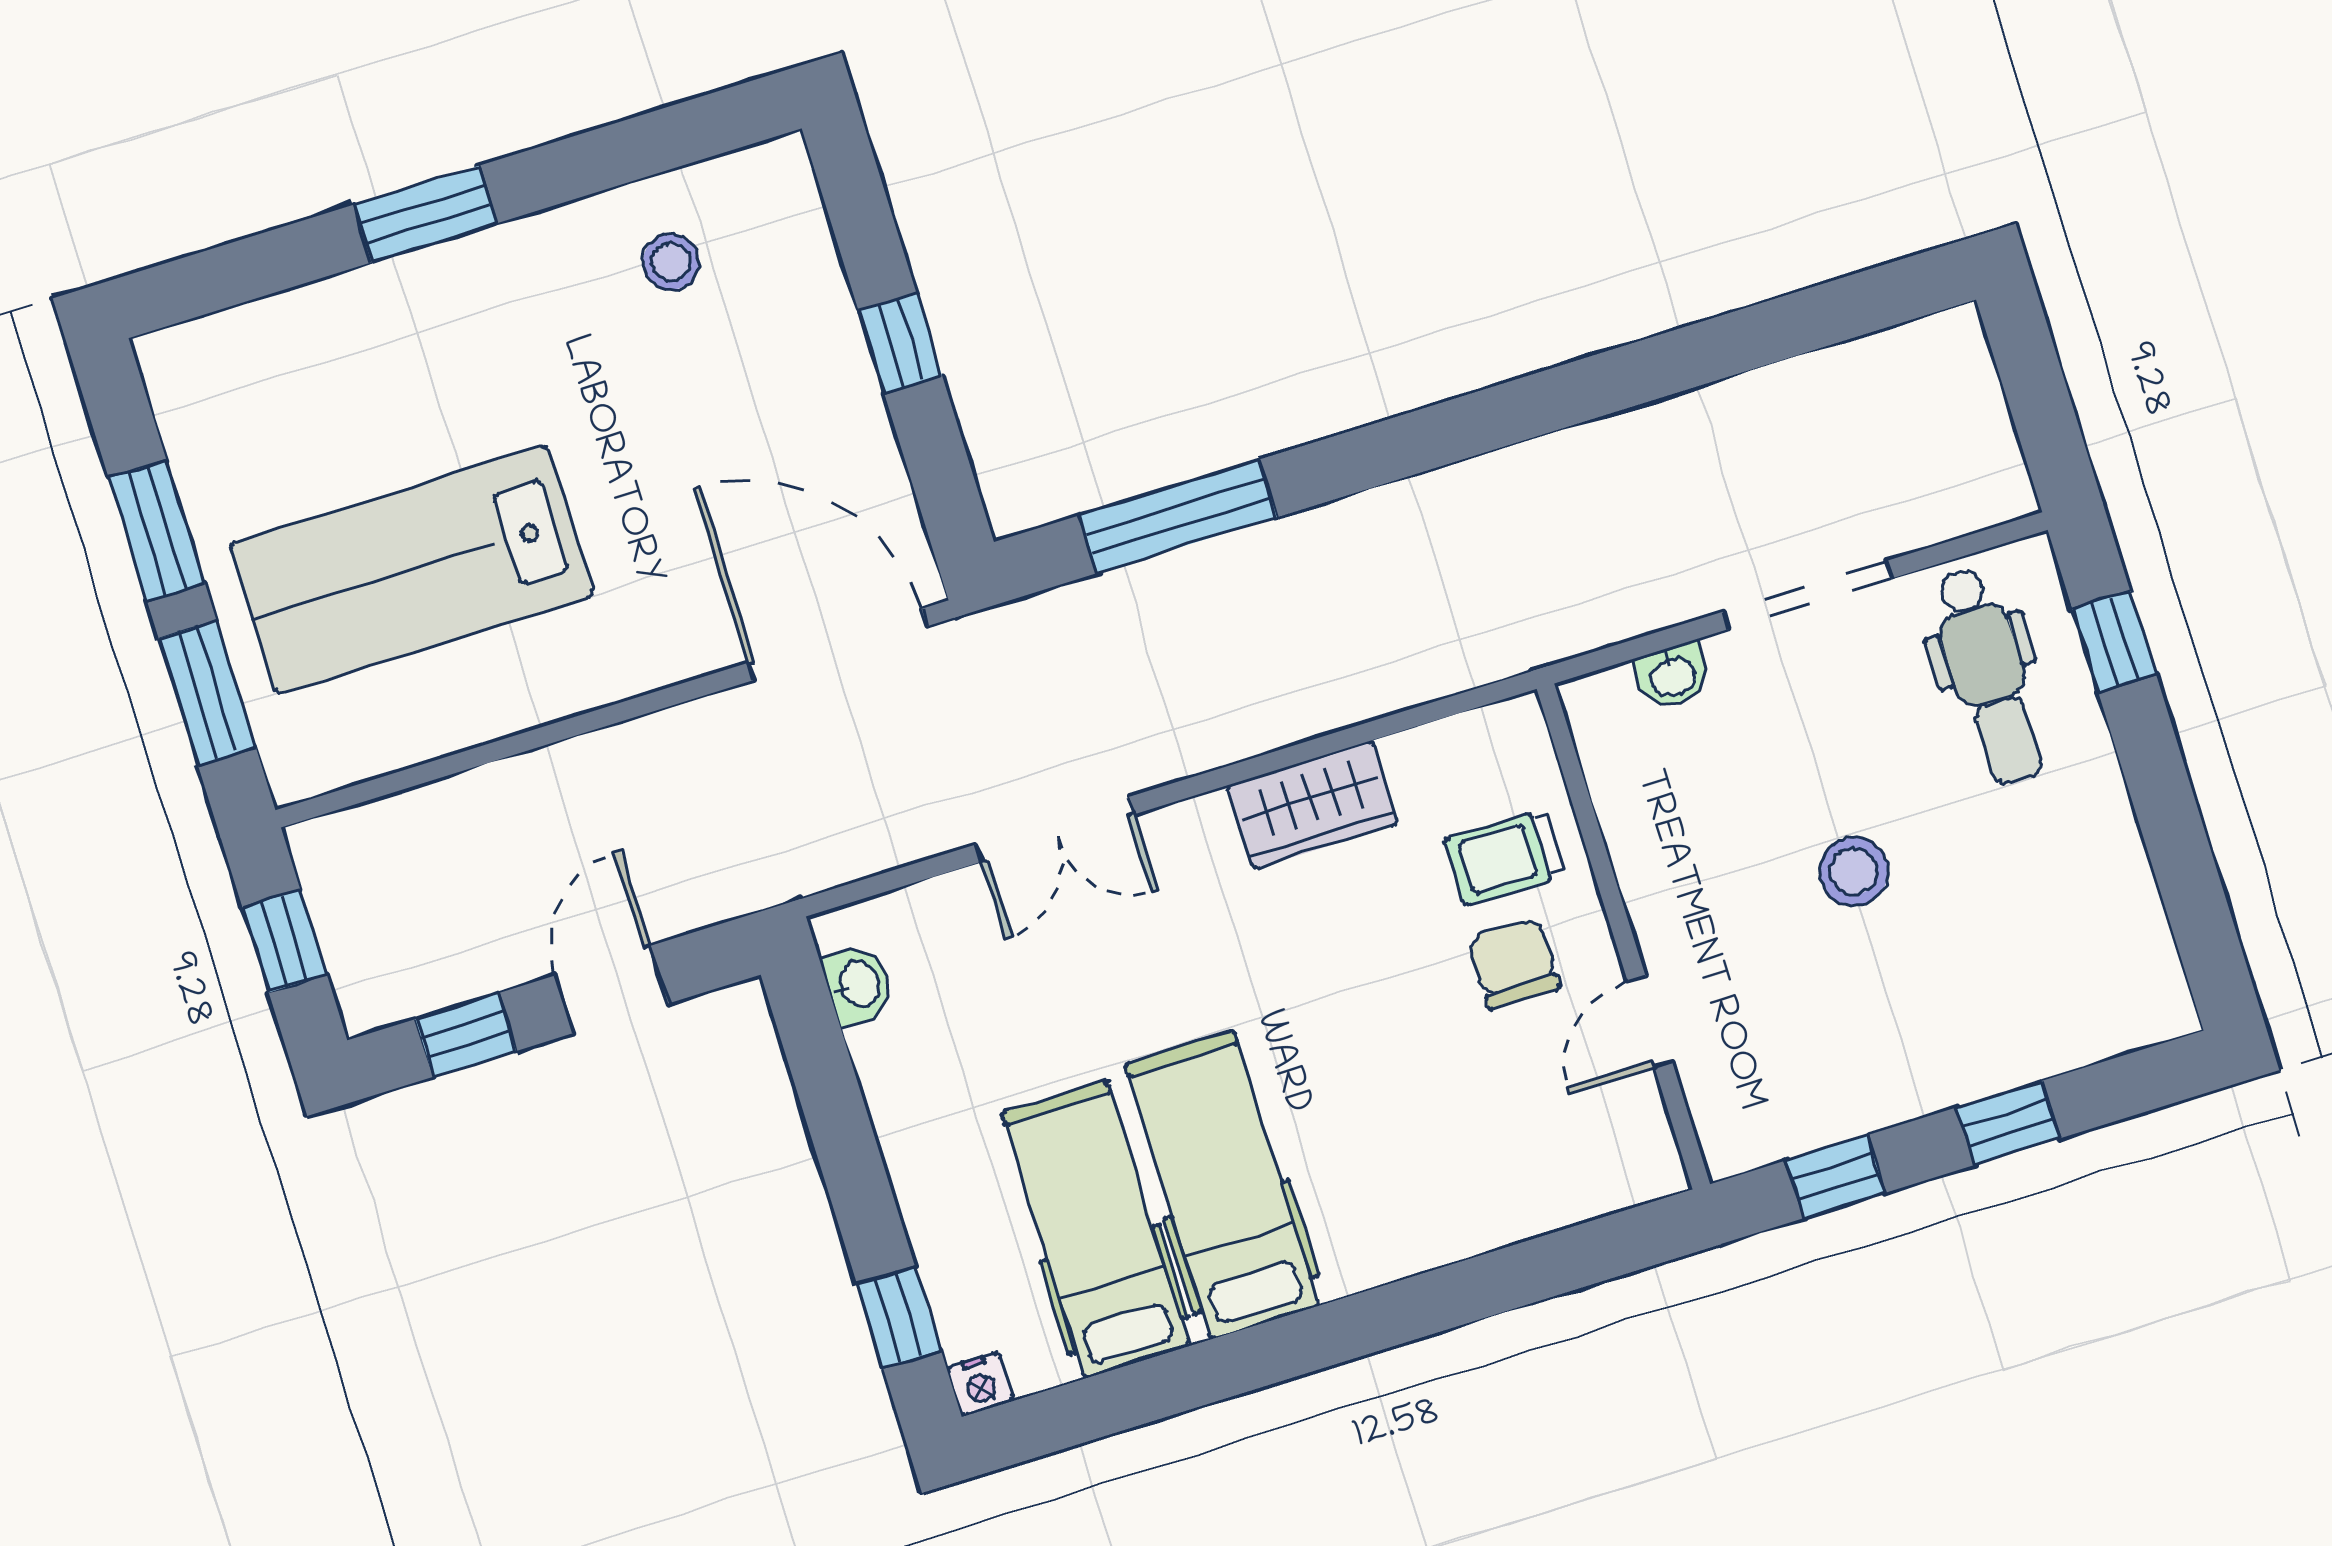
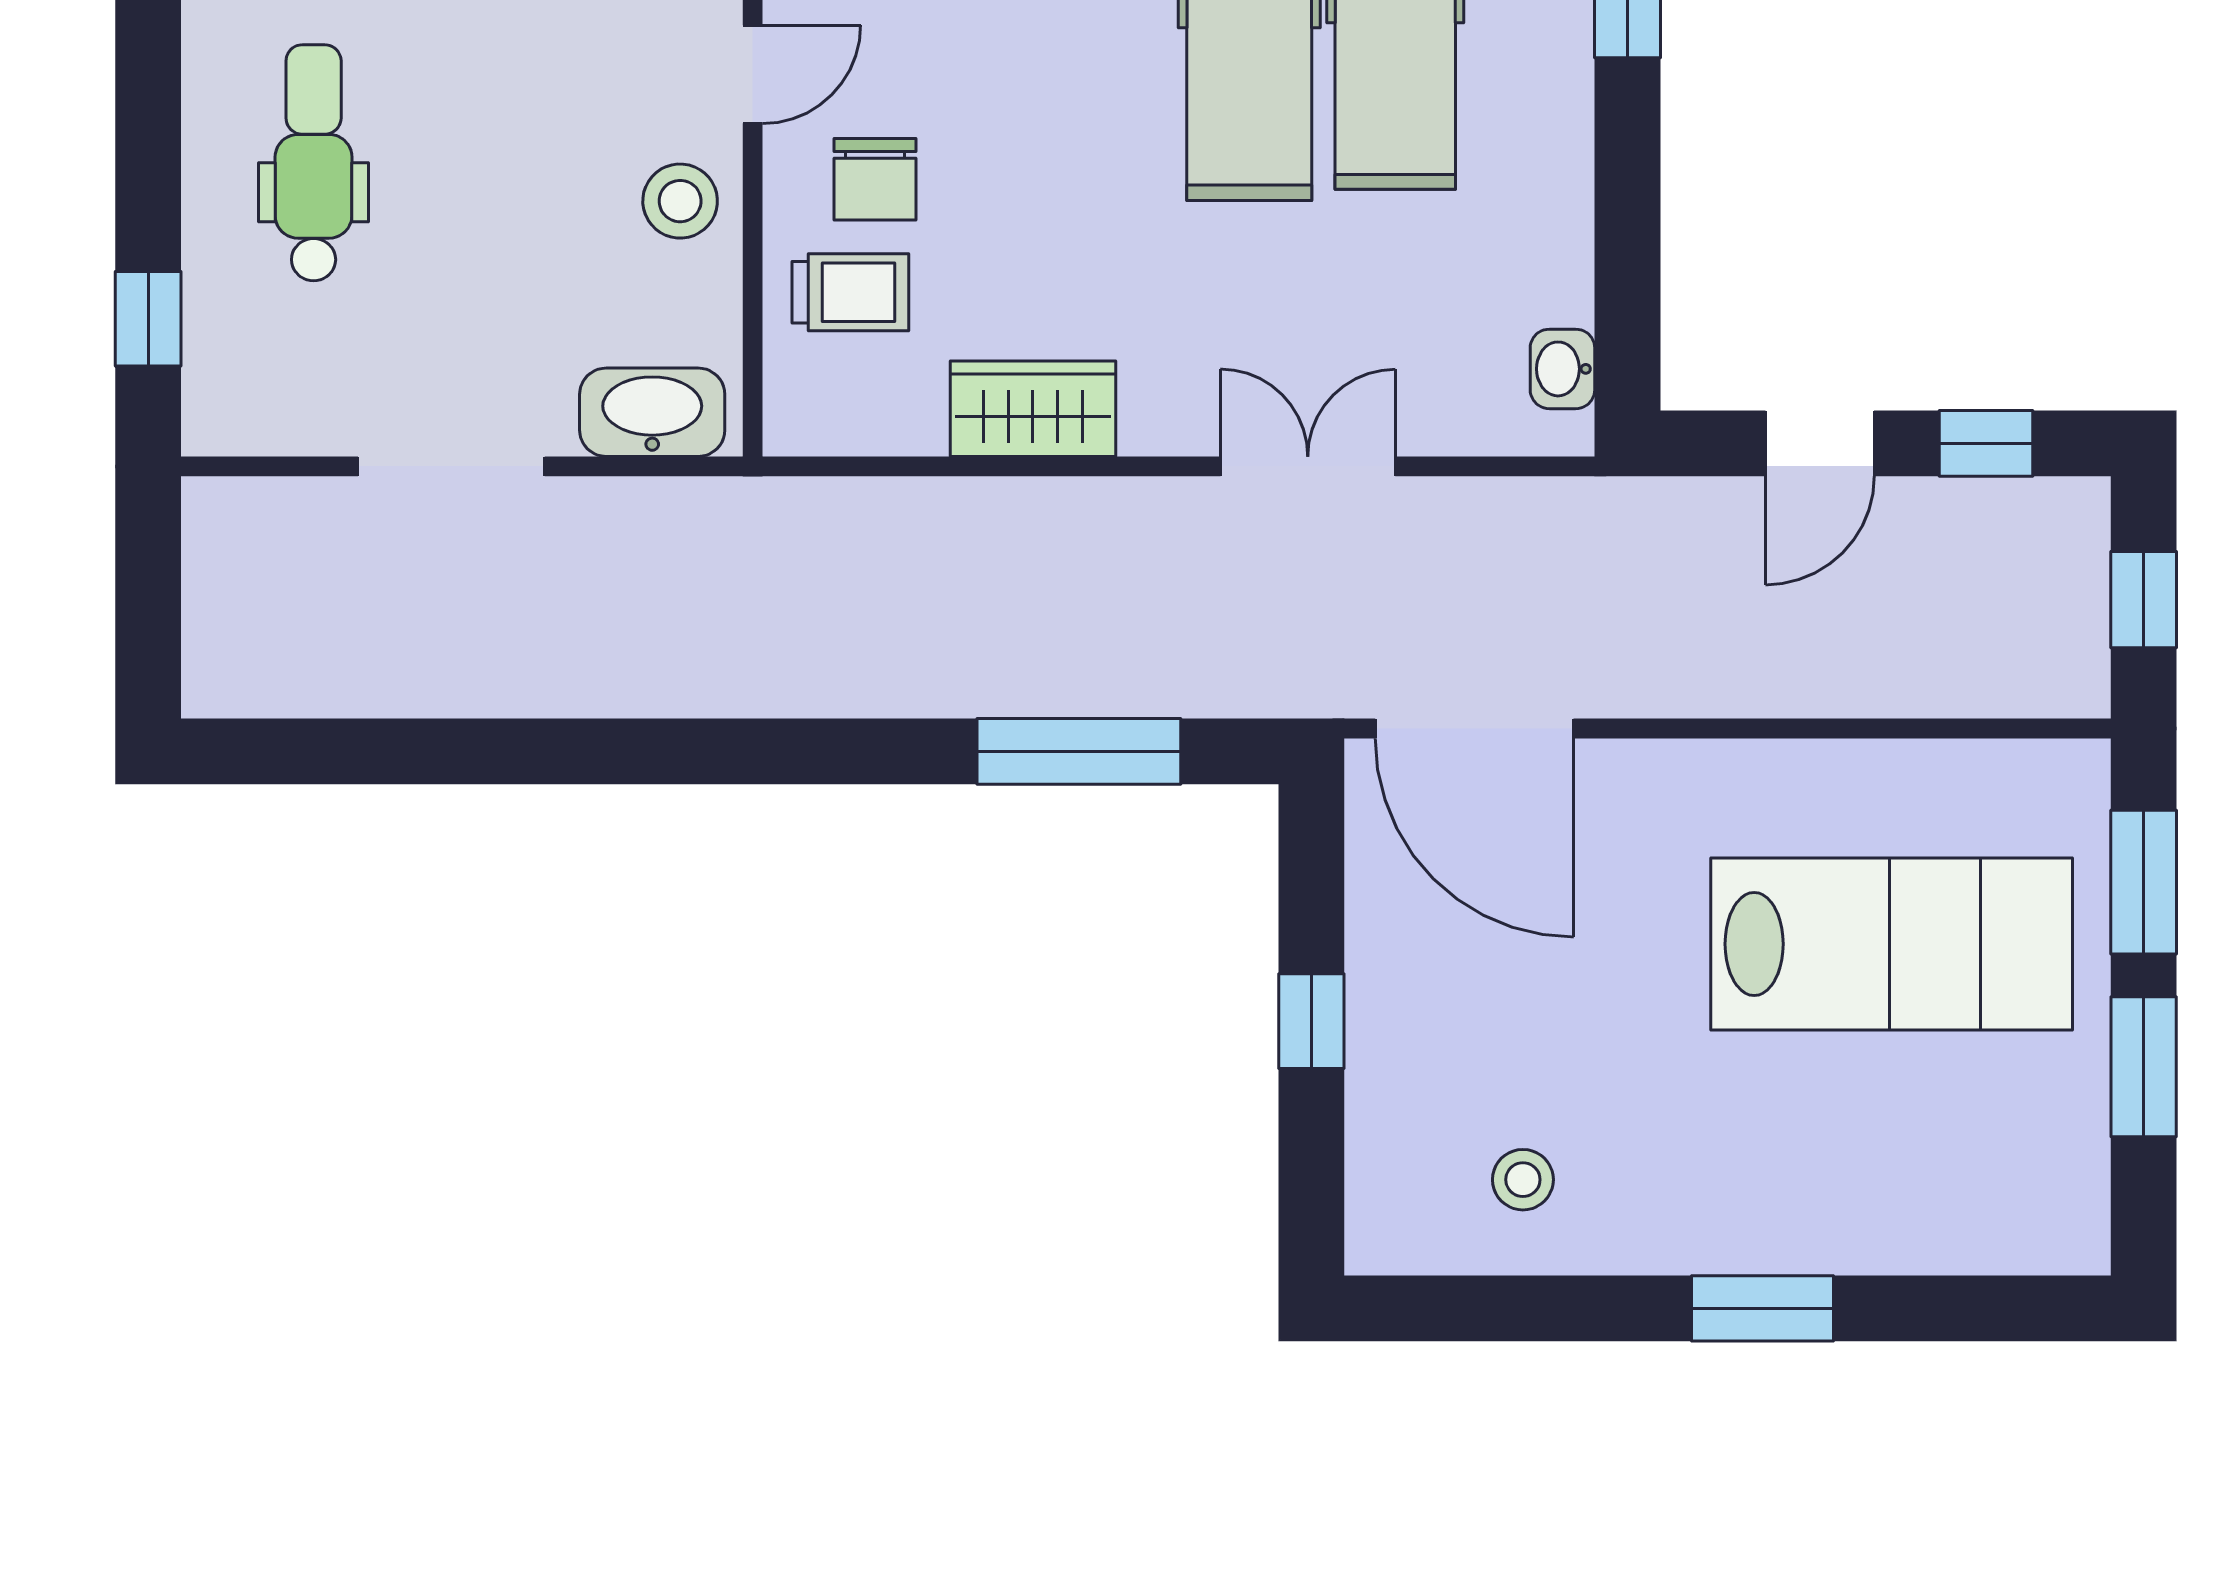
washbasin: (1673, 676) -> (652, 412), width x1.91, depth x1.45
dental chair: (1989, 676) -> (314, 163), moved
stool: (1854, 871) -> (680, 201), moved

